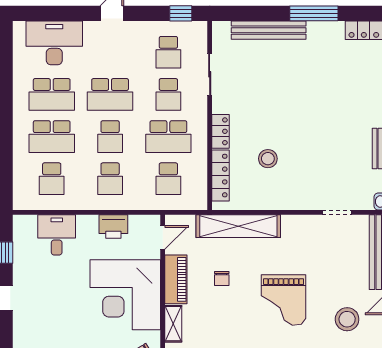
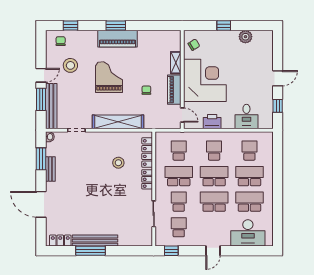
bench: (269, 30) -> (95, 241), moved
school desk: (110, 137) -> (214, 176), width x1.85
shelving: (238, 226) -> (118, 122), moved
door: (163, 237) -> (182, 115), swing flipped

